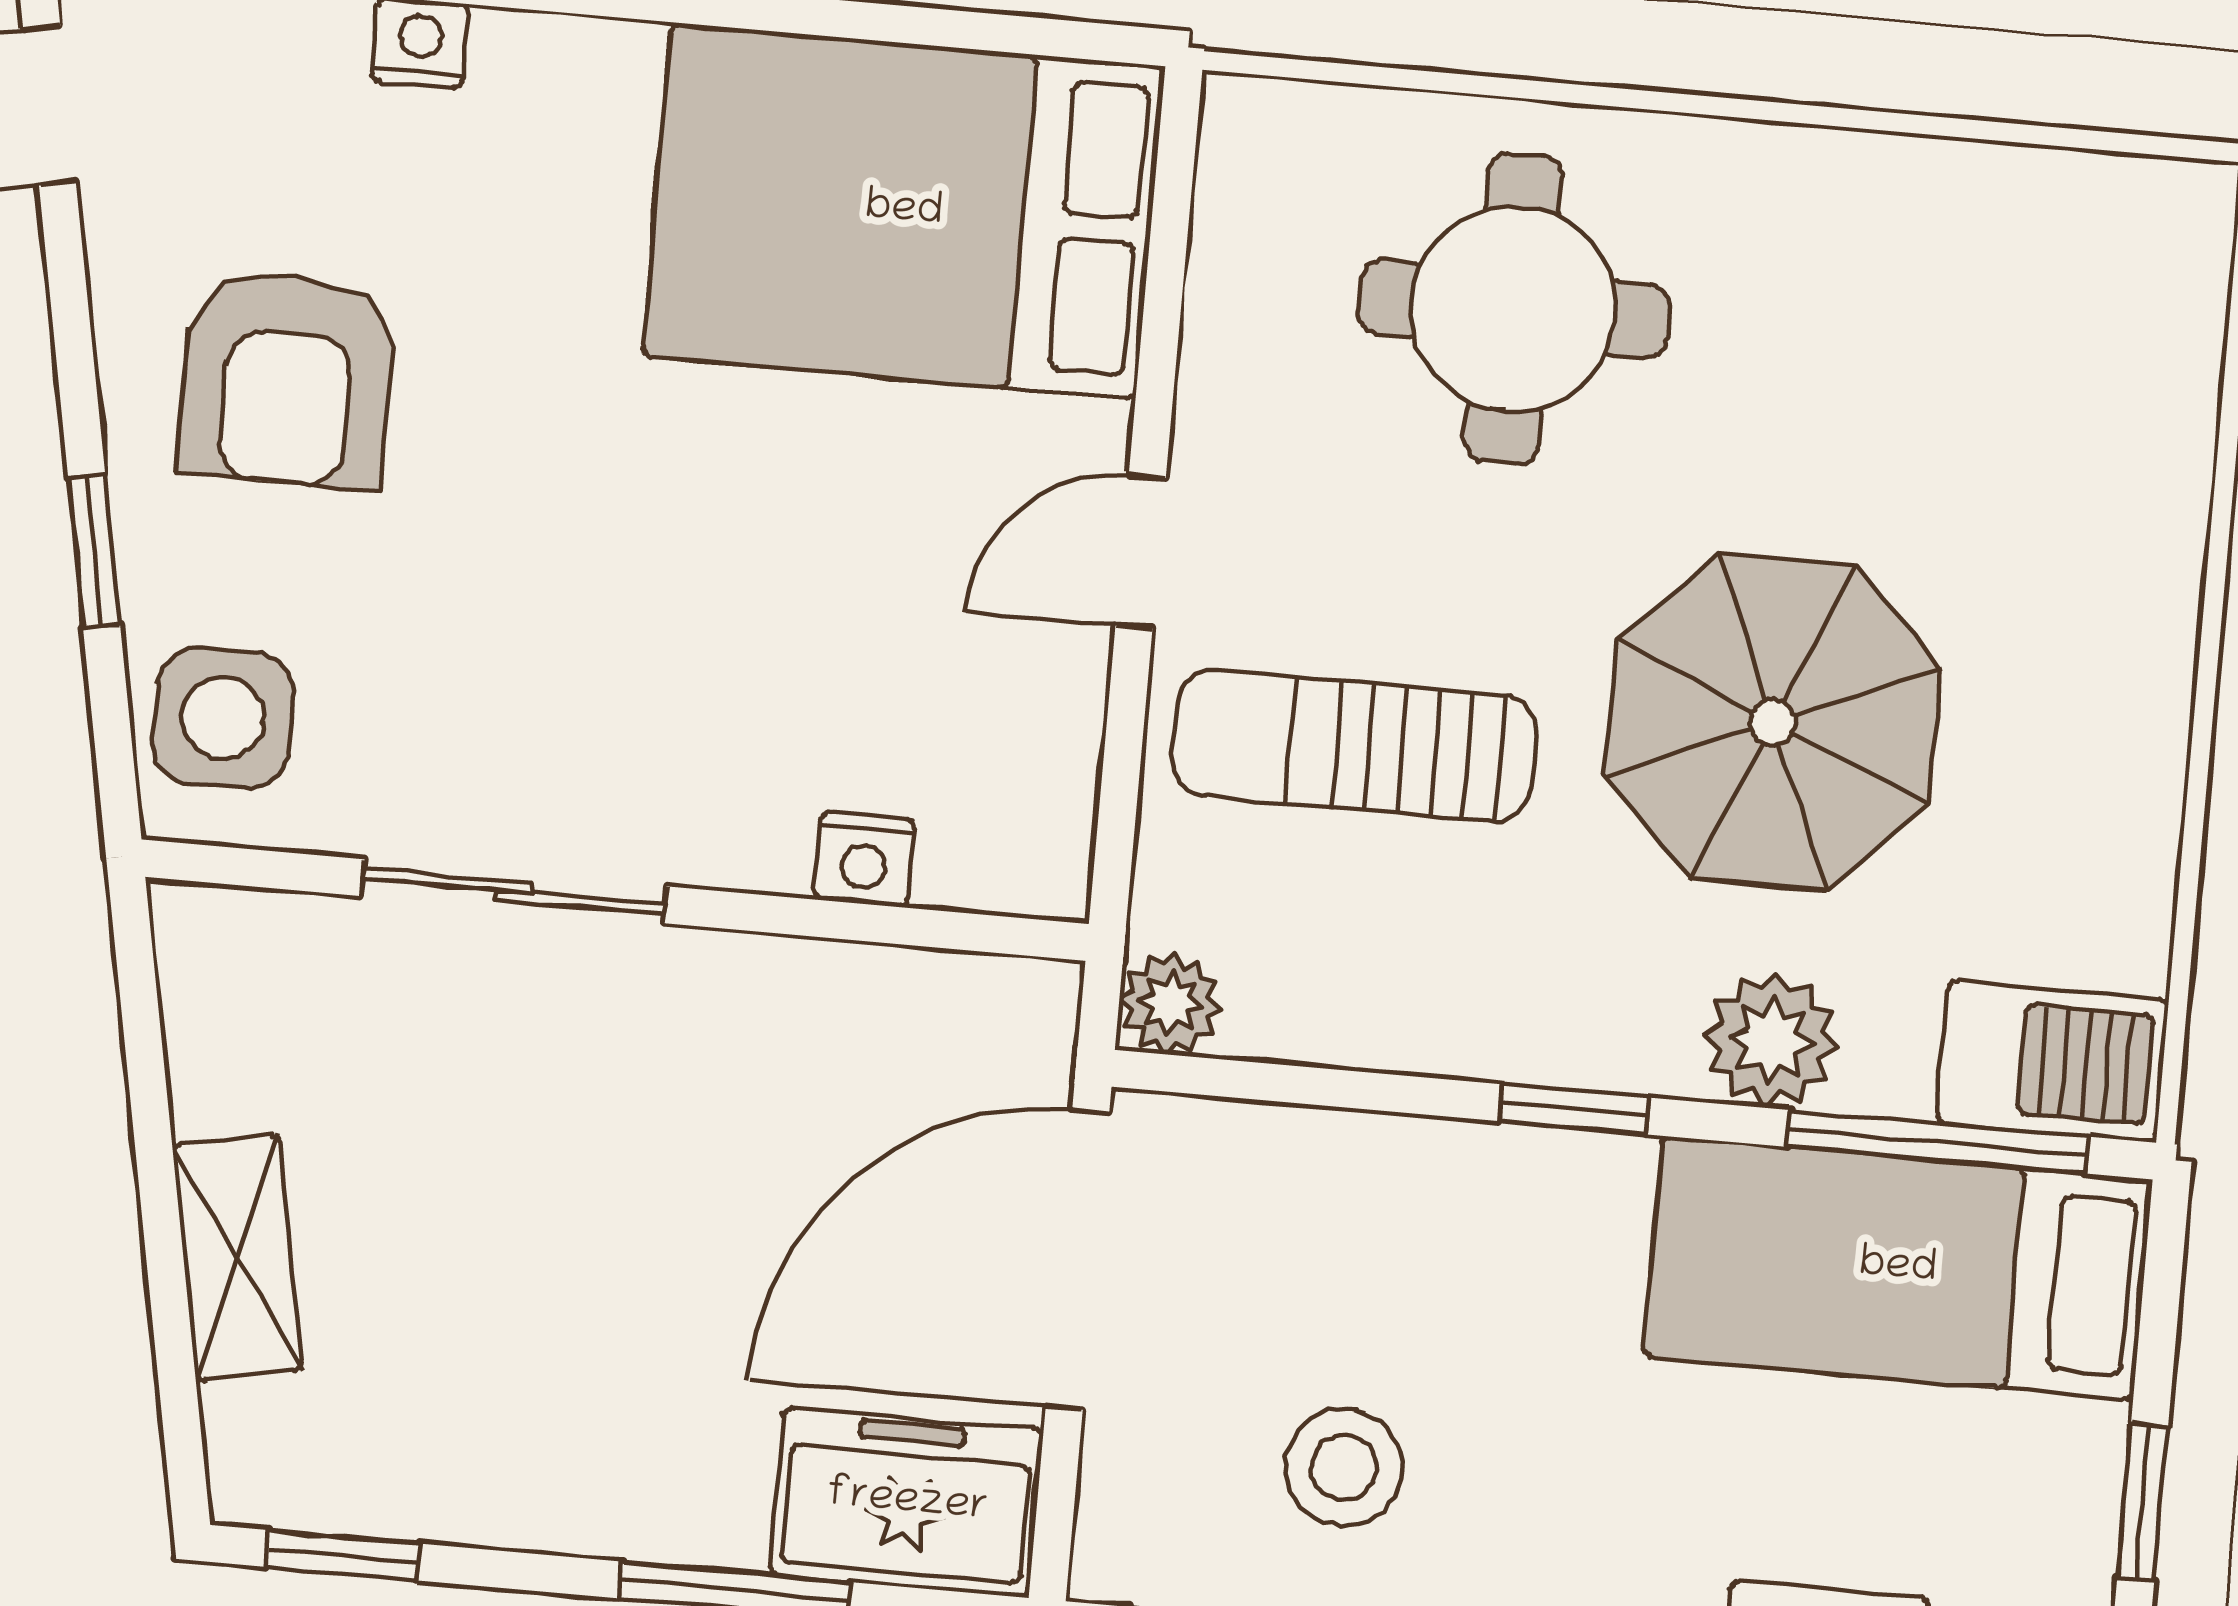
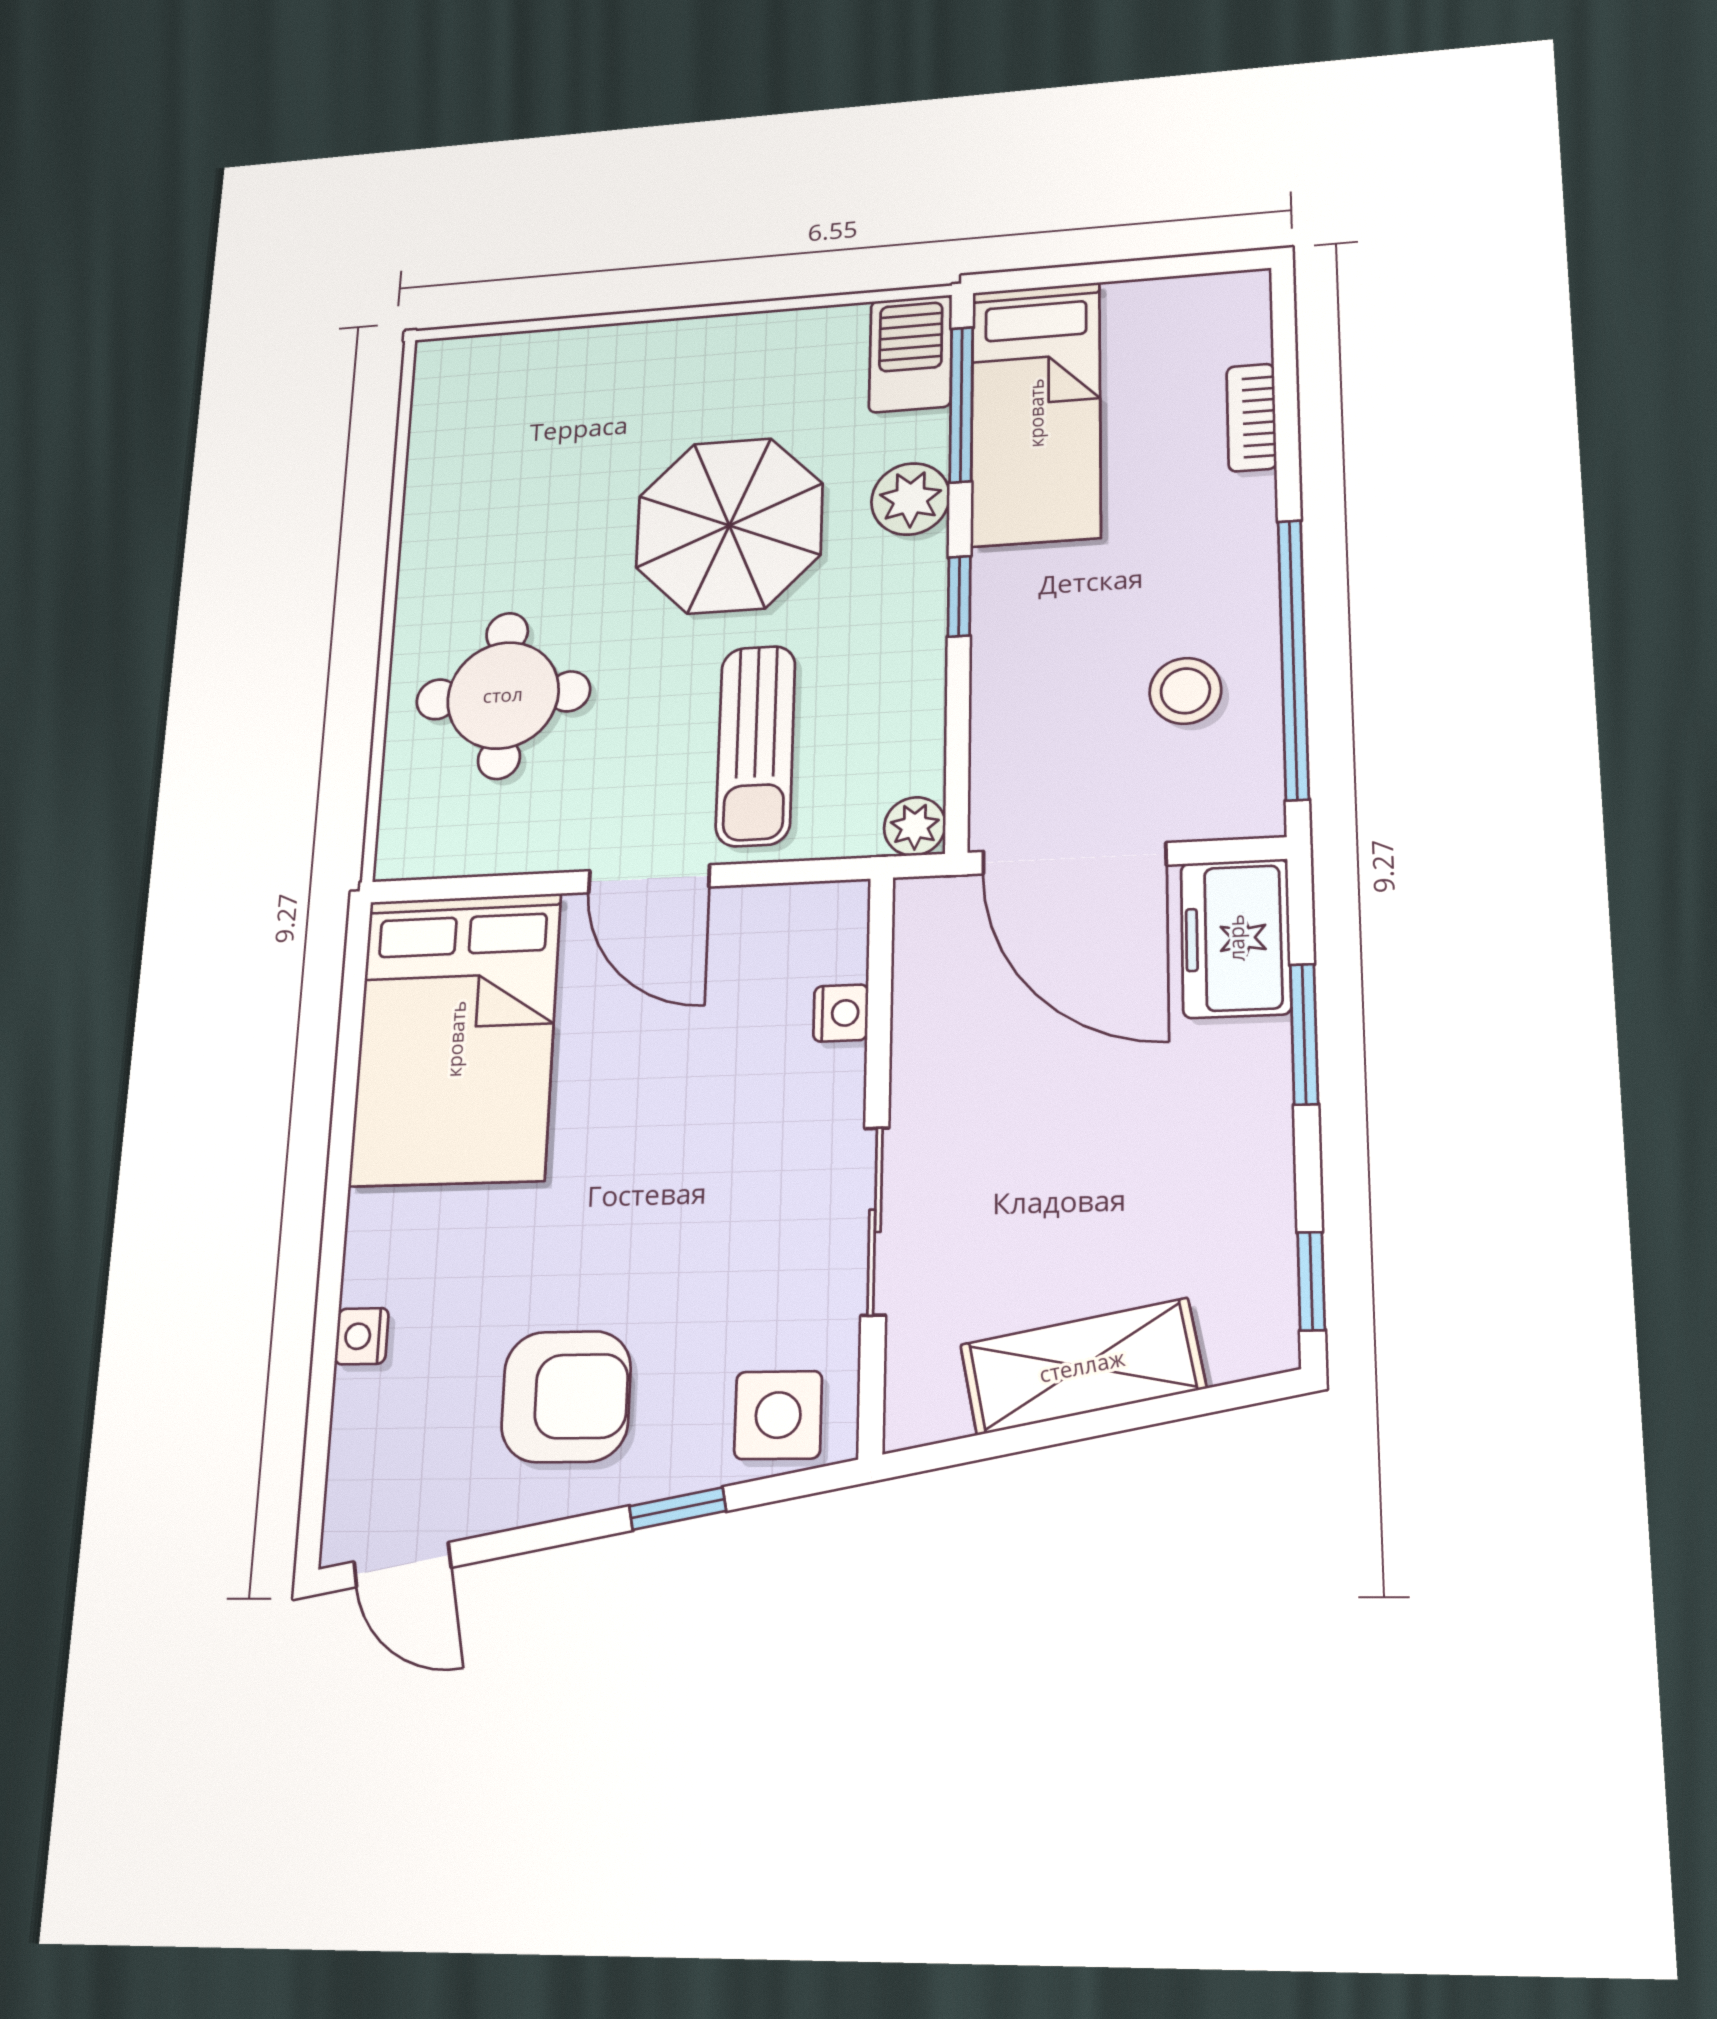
door: (1141, 551) -> (649, 879), width x1.38
shelving: (237, 1257) -> (1082, 1366), width x1.50, depth x1.33
window: (2143, 1502) -> (1158, 268), removed

